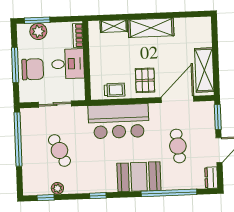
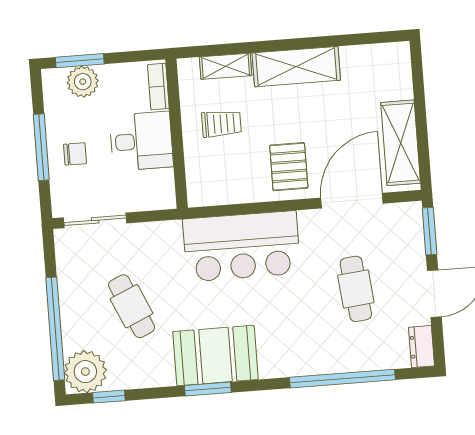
chair: (33, 69) -> (75, 154), width x0.54, depth x0.54
trolley: (114, 90) -> (221, 124), moved
sliding door: (55, 104) -> (95, 220), moved
window: (18, 139) -> (55, 329), moved
booth: (139, 177) -> (215, 356), moved
plant: (57, 188) -> (85, 372), moved, width x1.87, depth x1.87
window: (98, 196) -> (208, 389), width x1.50

